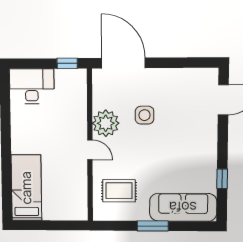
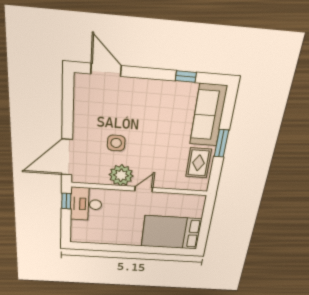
desk: (32, 86) -> (86, 204), moved
bed: (26, 188) -> (171, 232), width x1.50
rug: (119, 191) -> (199, 163), moved

